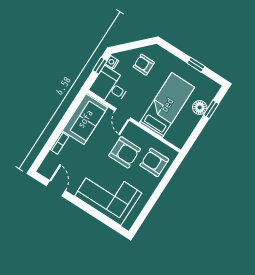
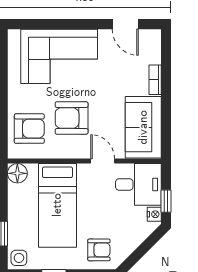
armchair: (144, 65) -> (99, 250), moved
side table: (211, 88) -> (19, 258), added
floor lamp: (200, 108) -> (17, 173), moved

